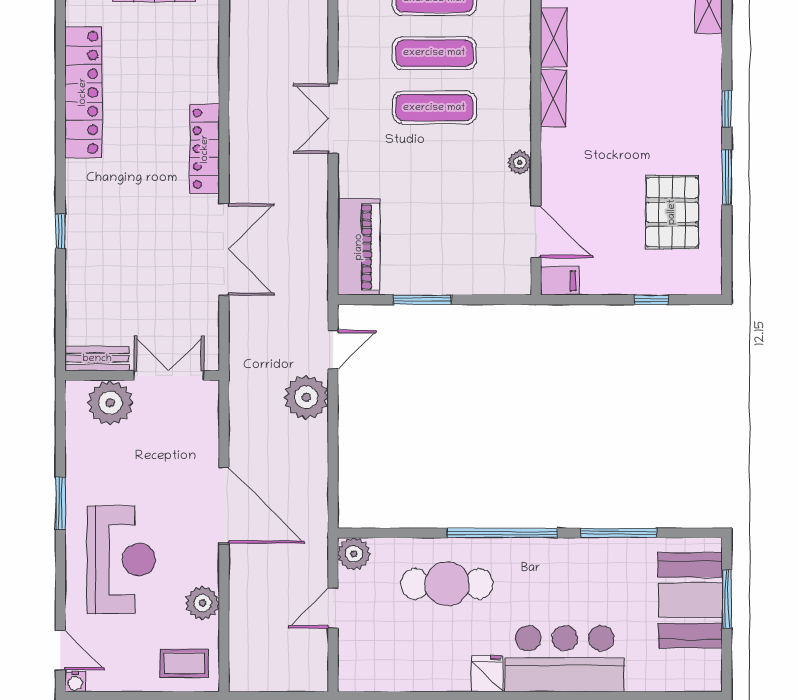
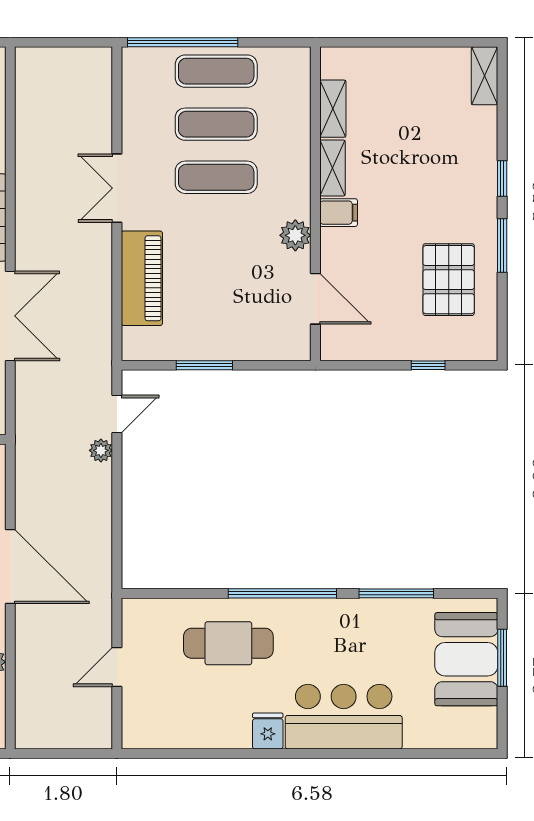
plant: (520, 162) -> (295, 235), width x1.38, depth x1.38
piano: (359, 247) -> (142, 278), moved
filing cabinet: (560, 281) -> (339, 213), moved
plant: (306, 397) -> (101, 450), width x0.53, depth x0.53
plant: (354, 554) -> (137, 614), removed

